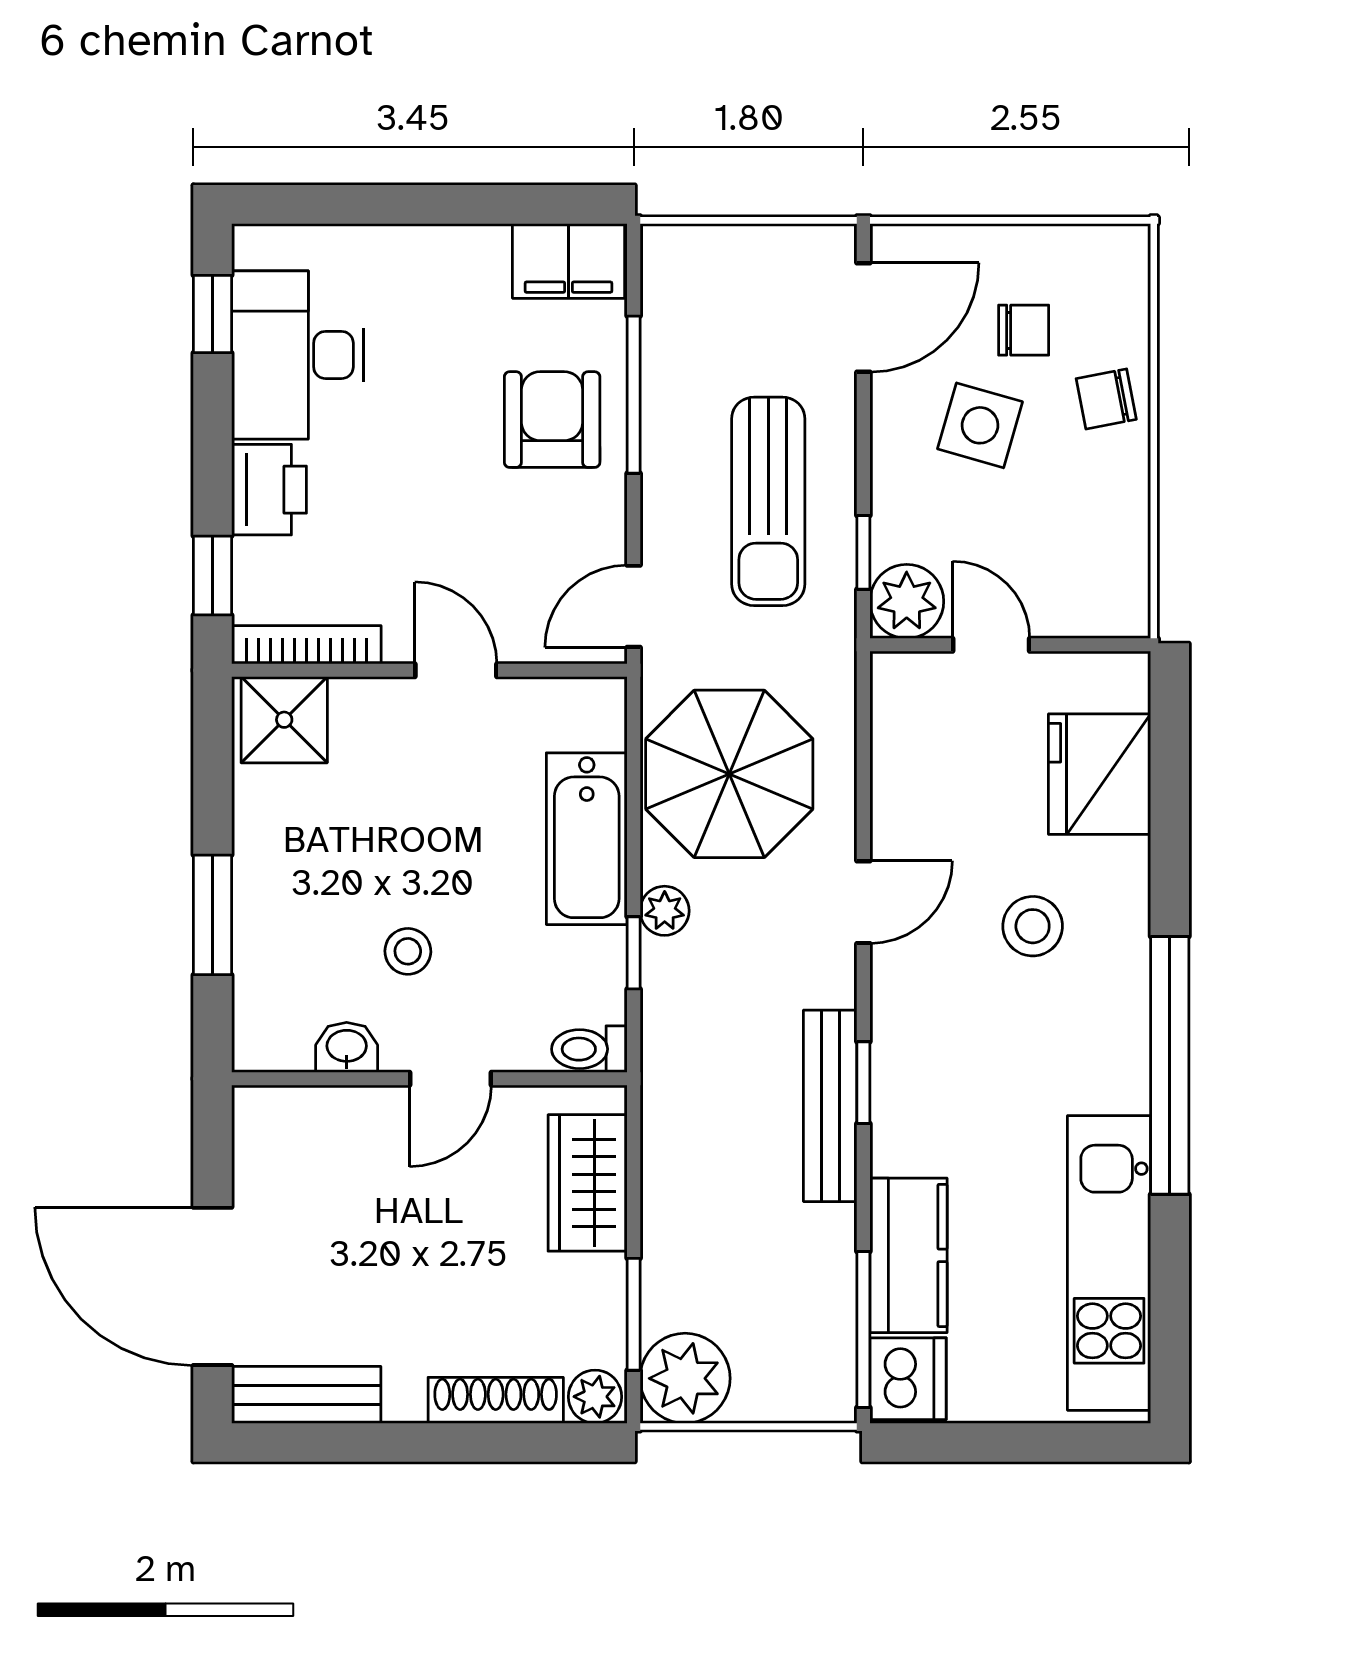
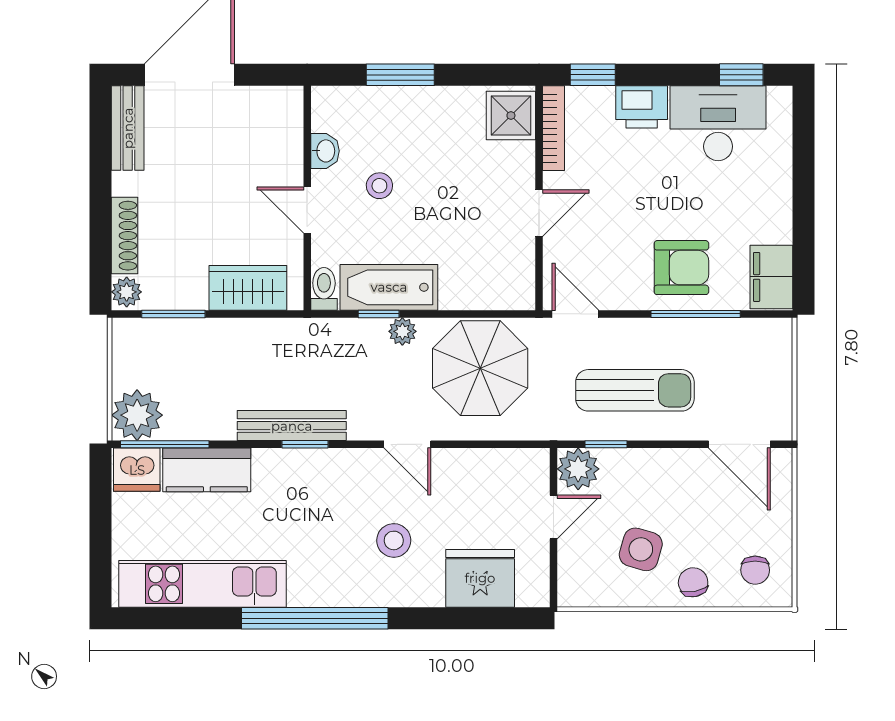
chair: (1024, 330) -> (755, 570), moved
side table: (980, 425) -> (641, 549), moved
sun lounger: (768, 501) -> (635, 390), turned 180
bathtub: (587, 839) -> (389, 287), moved
plant: (685, 1378) -> (137, 415), moved

